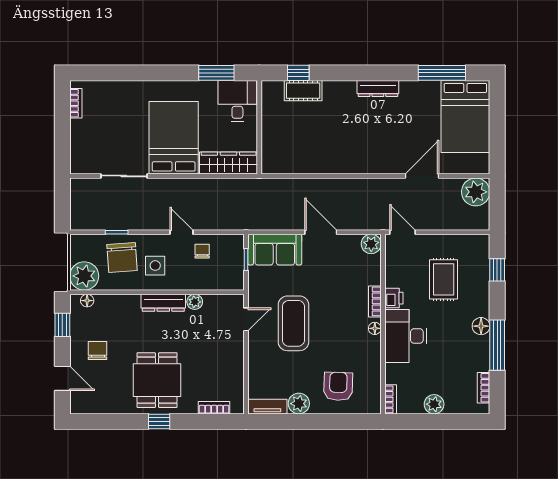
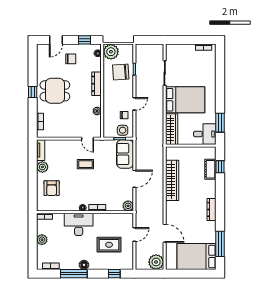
wardrobe: (324, 162) -> (172, 180), added
door: (402, 232) -> (134, 235), moved
side table: (155, 266) -> (123, 130), moved
printer: (394, 298) -> (99, 218), removed
dresser: (163, 303) -> (97, 84), moved
coffee table: (293, 323) -> (85, 164), width x0.54, depth x0.58
armchair: (338, 386) -> (52, 188), turned 88

